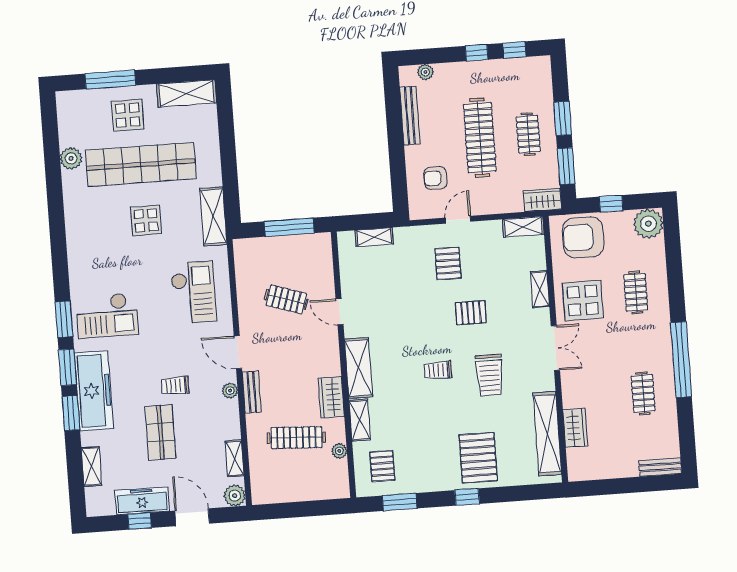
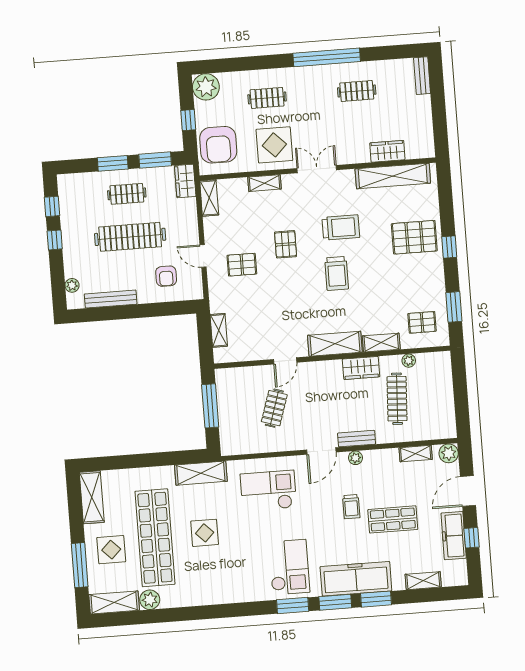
shelving: (68, 118) -> (114, 602), added
trolley: (438, 370) -> (337, 273), width x1.36, depth x1.39

